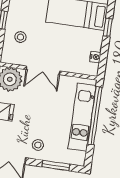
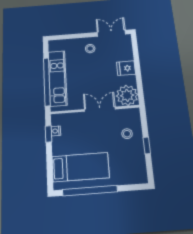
window: (108, 27) -> (48, 134), moved
window: (56, 166) -> (72, 36), removed

